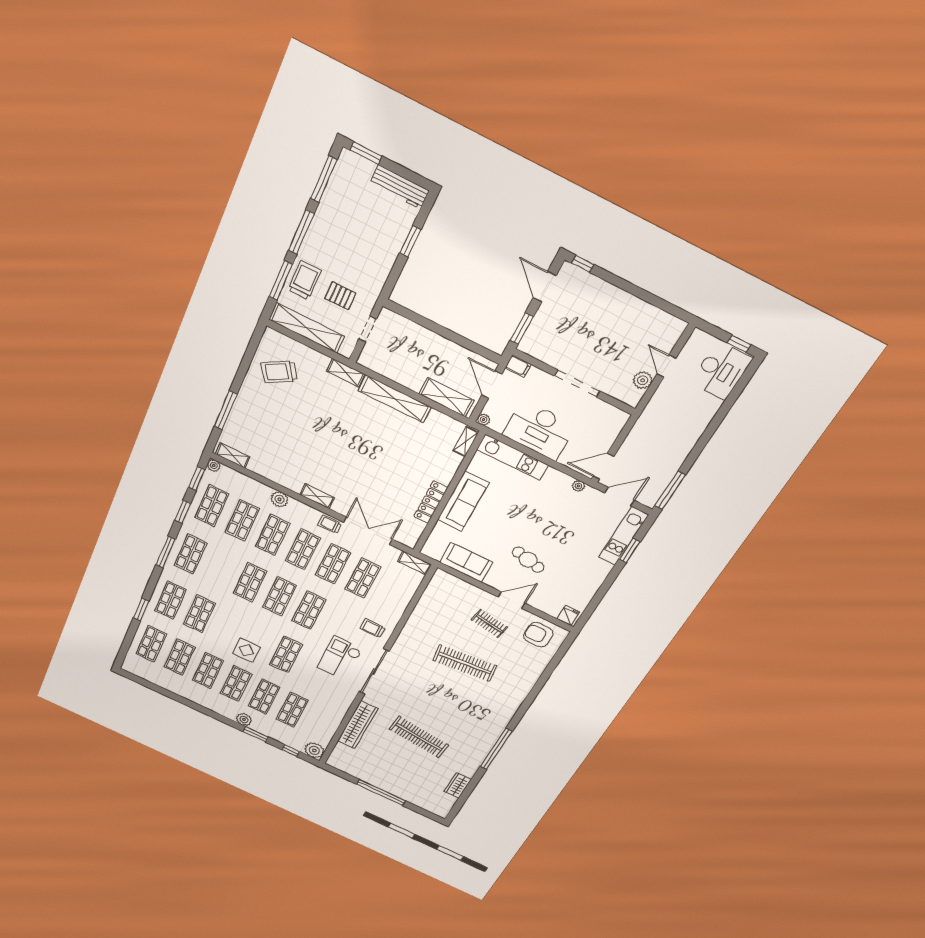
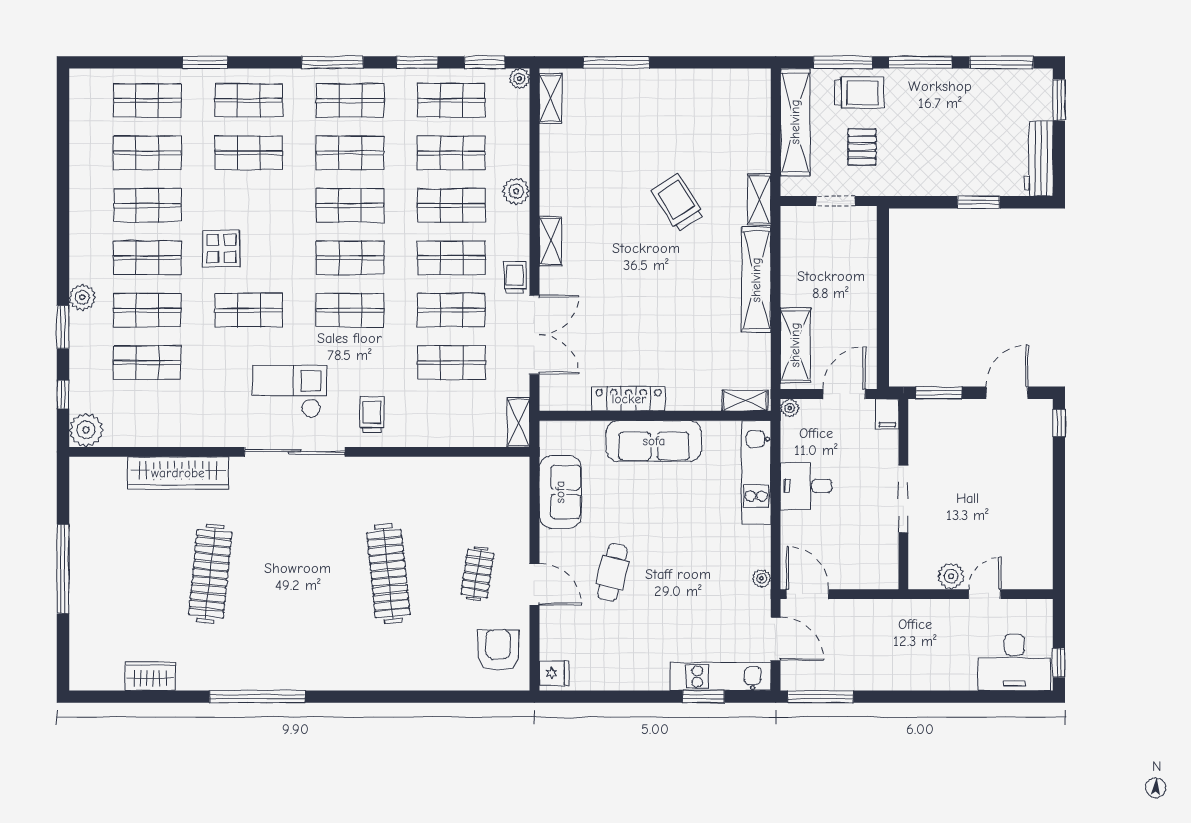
trolley: (279, 372) -> (678, 203), moved
desk: (539, 430) -> (806, 486), width x0.53, depth x0.77
shop shelf: (220, 568) -> (350, 153), added

